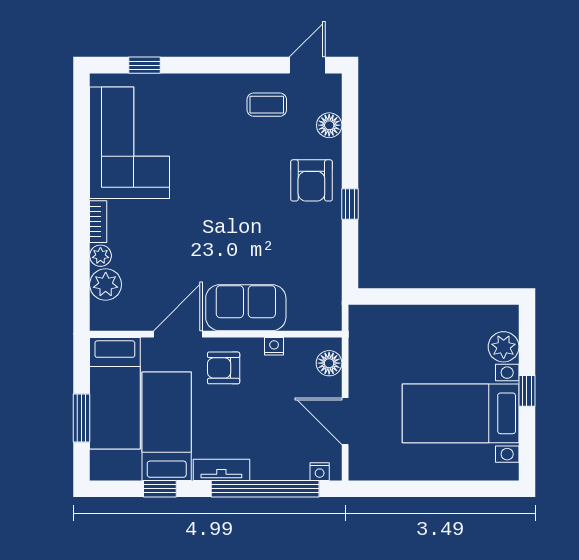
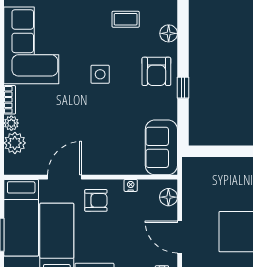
side table: (230, 185) -> (100, 74), added
sofa: (246, 308) -> (161, 147), moved, turned -90
armchair: (224, 368) -> (96, 200), turned 180

